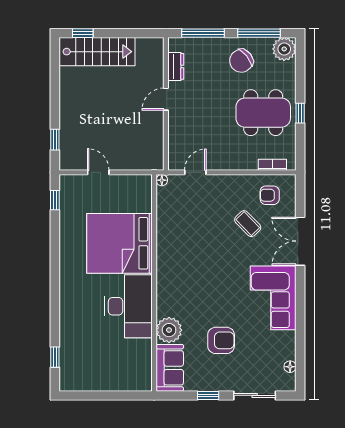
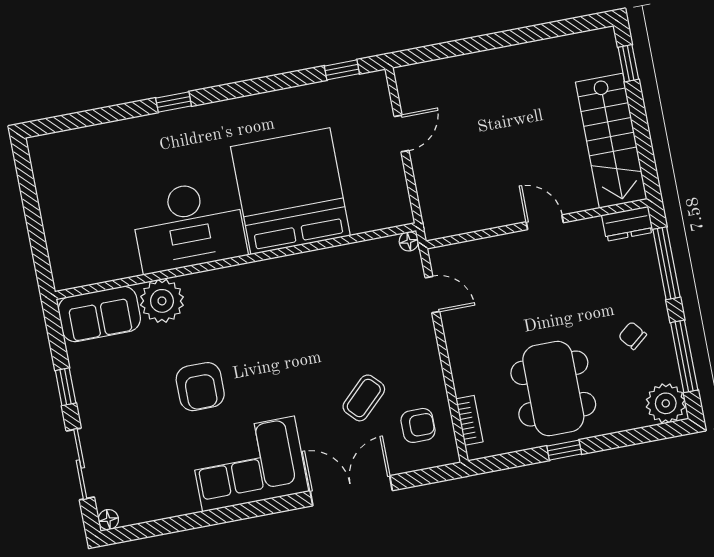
stairs: (97, 52) -> (611, 141), moved
chair: (241, 61) -> (632, 336), width x0.54, depth x0.54
dresser: (176, 66) -> (627, 224), moved
window: (55, 140) -> (442, 51), removed
armchair: (270, 195) -> (418, 425), turned 90
armchair: (221, 340) -> (200, 387), moved
window: (55, 357) -> (174, 102), moved
floor lamp: (290, 367) -> (108, 520), moved

